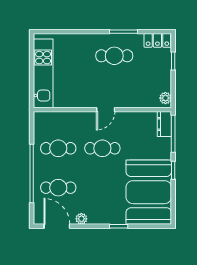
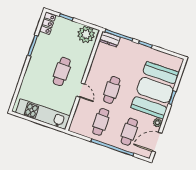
cafe table: (114, 56) -> (62, 71), moved
plant: (165, 98) -> (86, 34), width x1.87, depth x1.87
door: (106, 110) -> (81, 90), moved
booth: (149, 192) -> (155, 90), moved, turned 90

